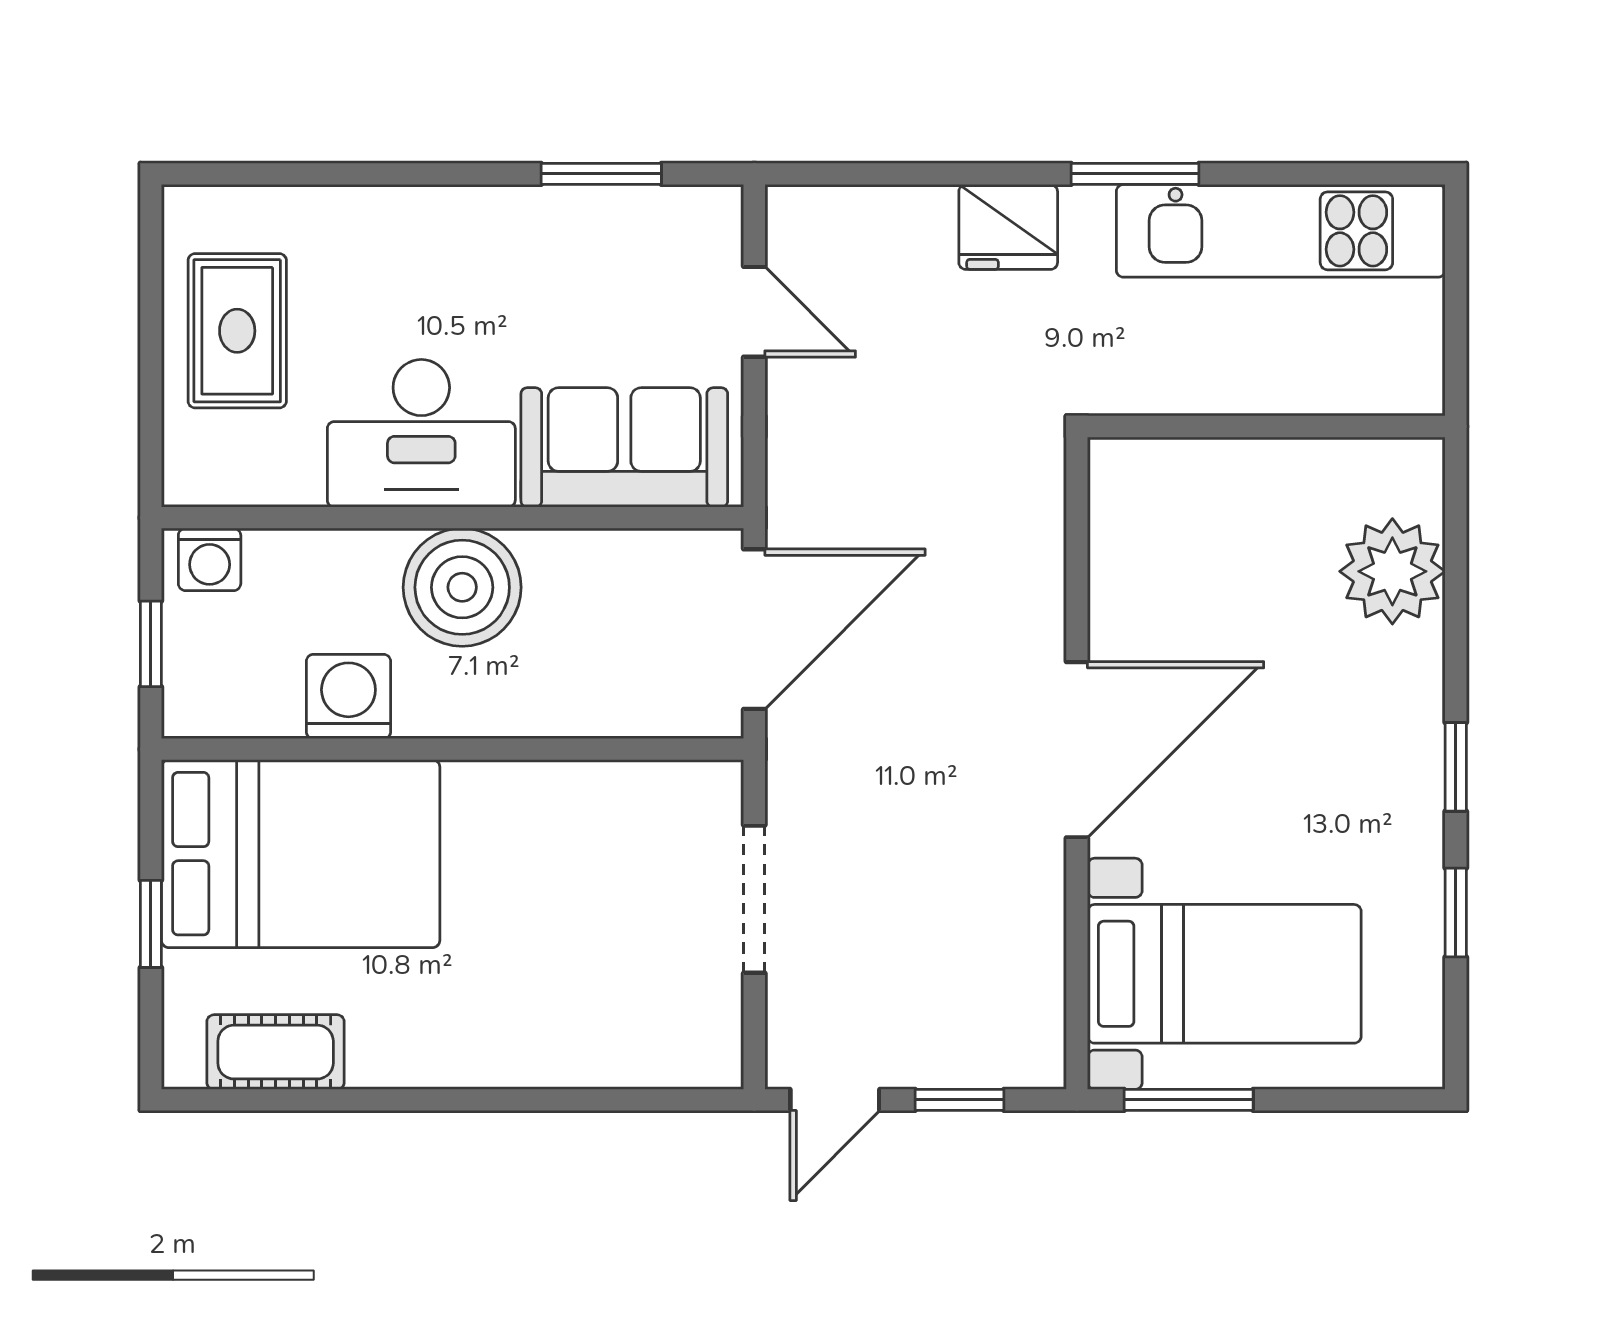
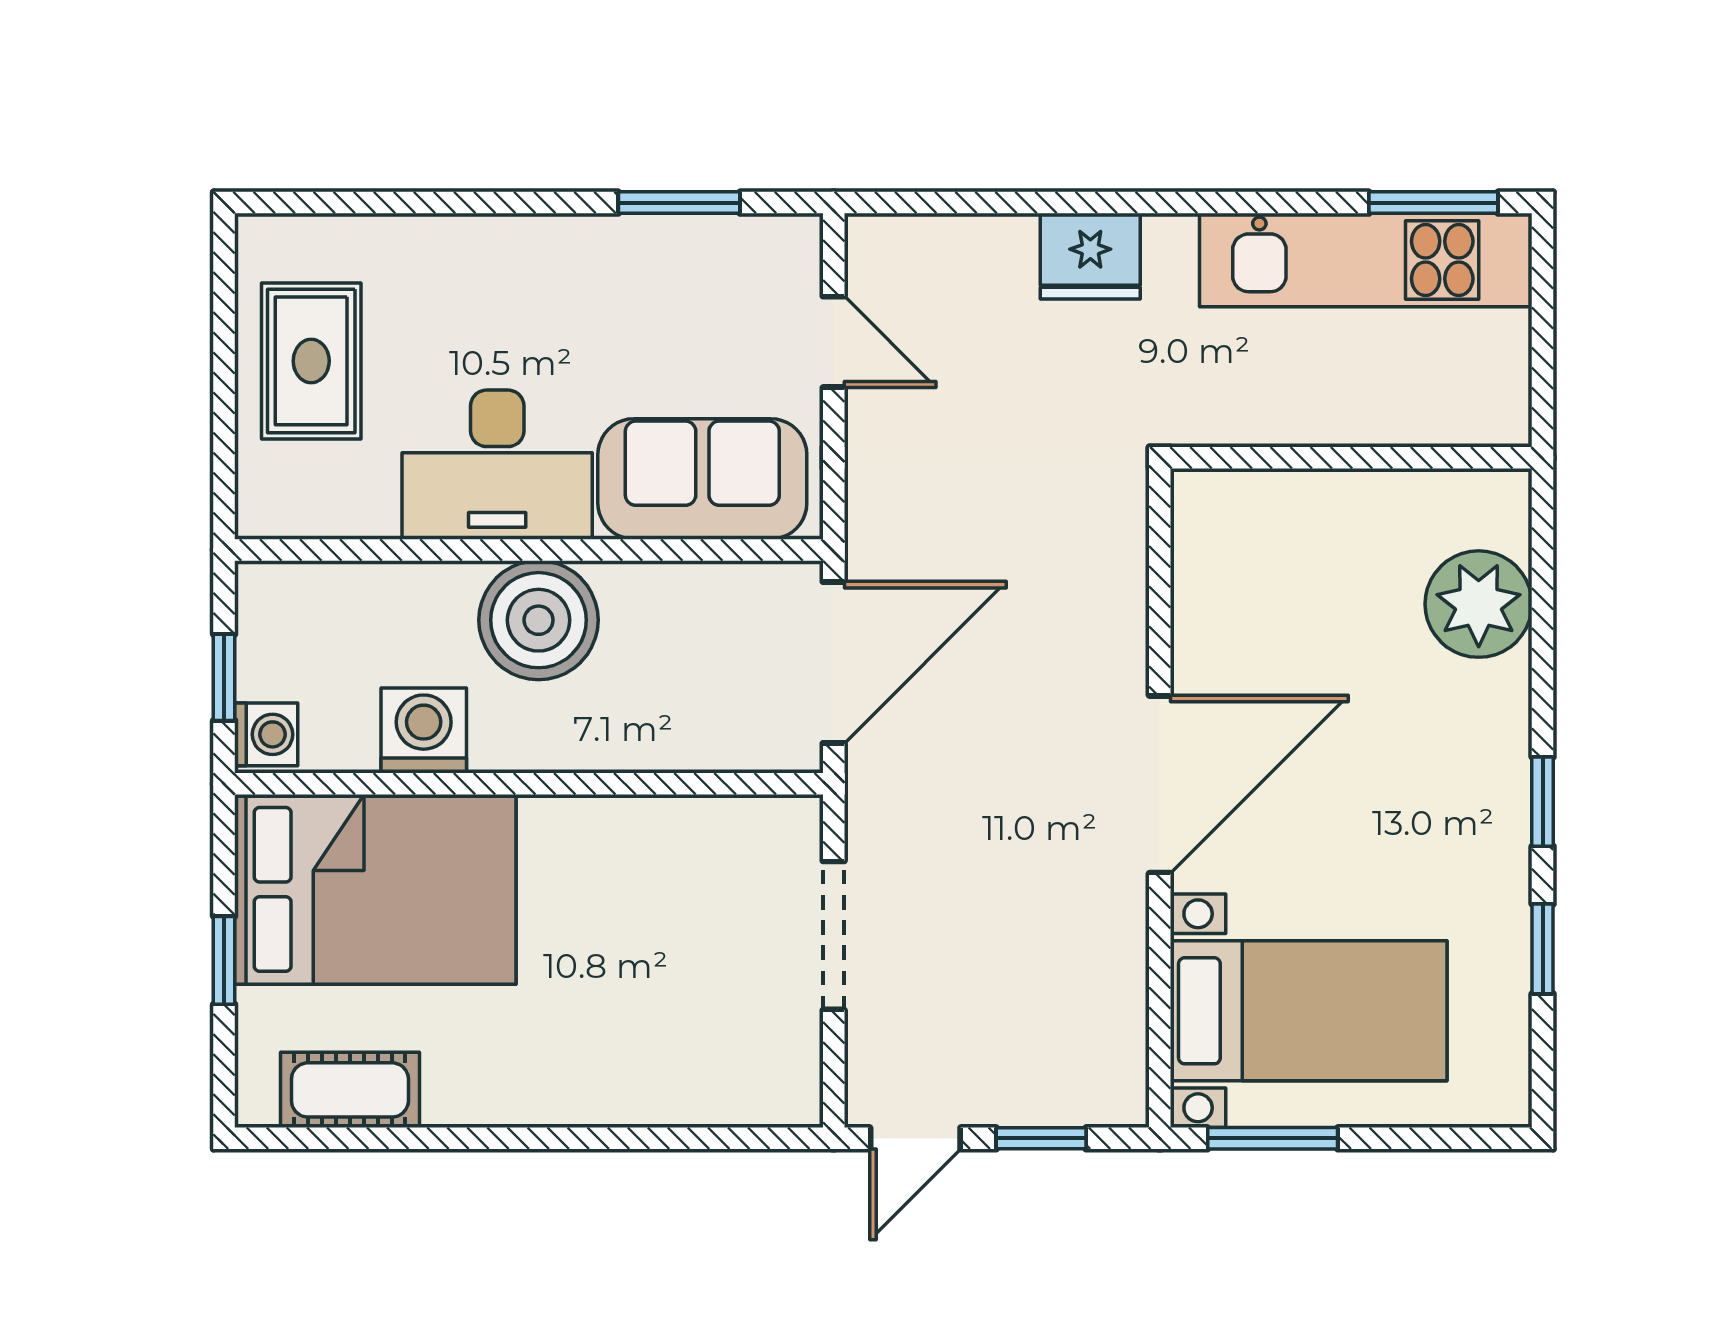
window: (1135, 174) -> (1433, 203), moved
washing machine: (210, 559) -> (266, 734), moved, turned -90

